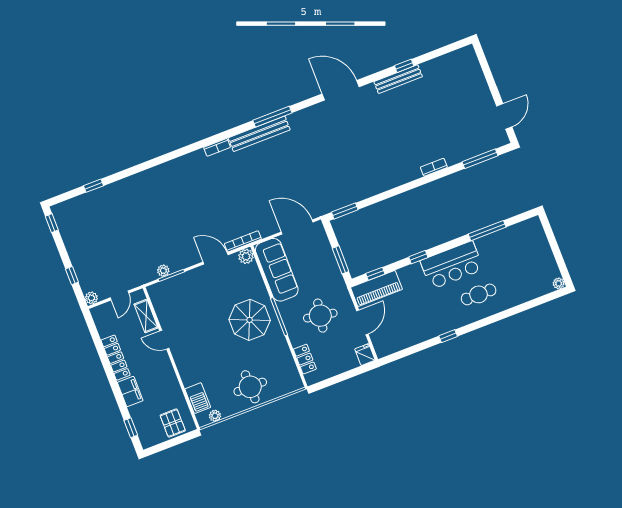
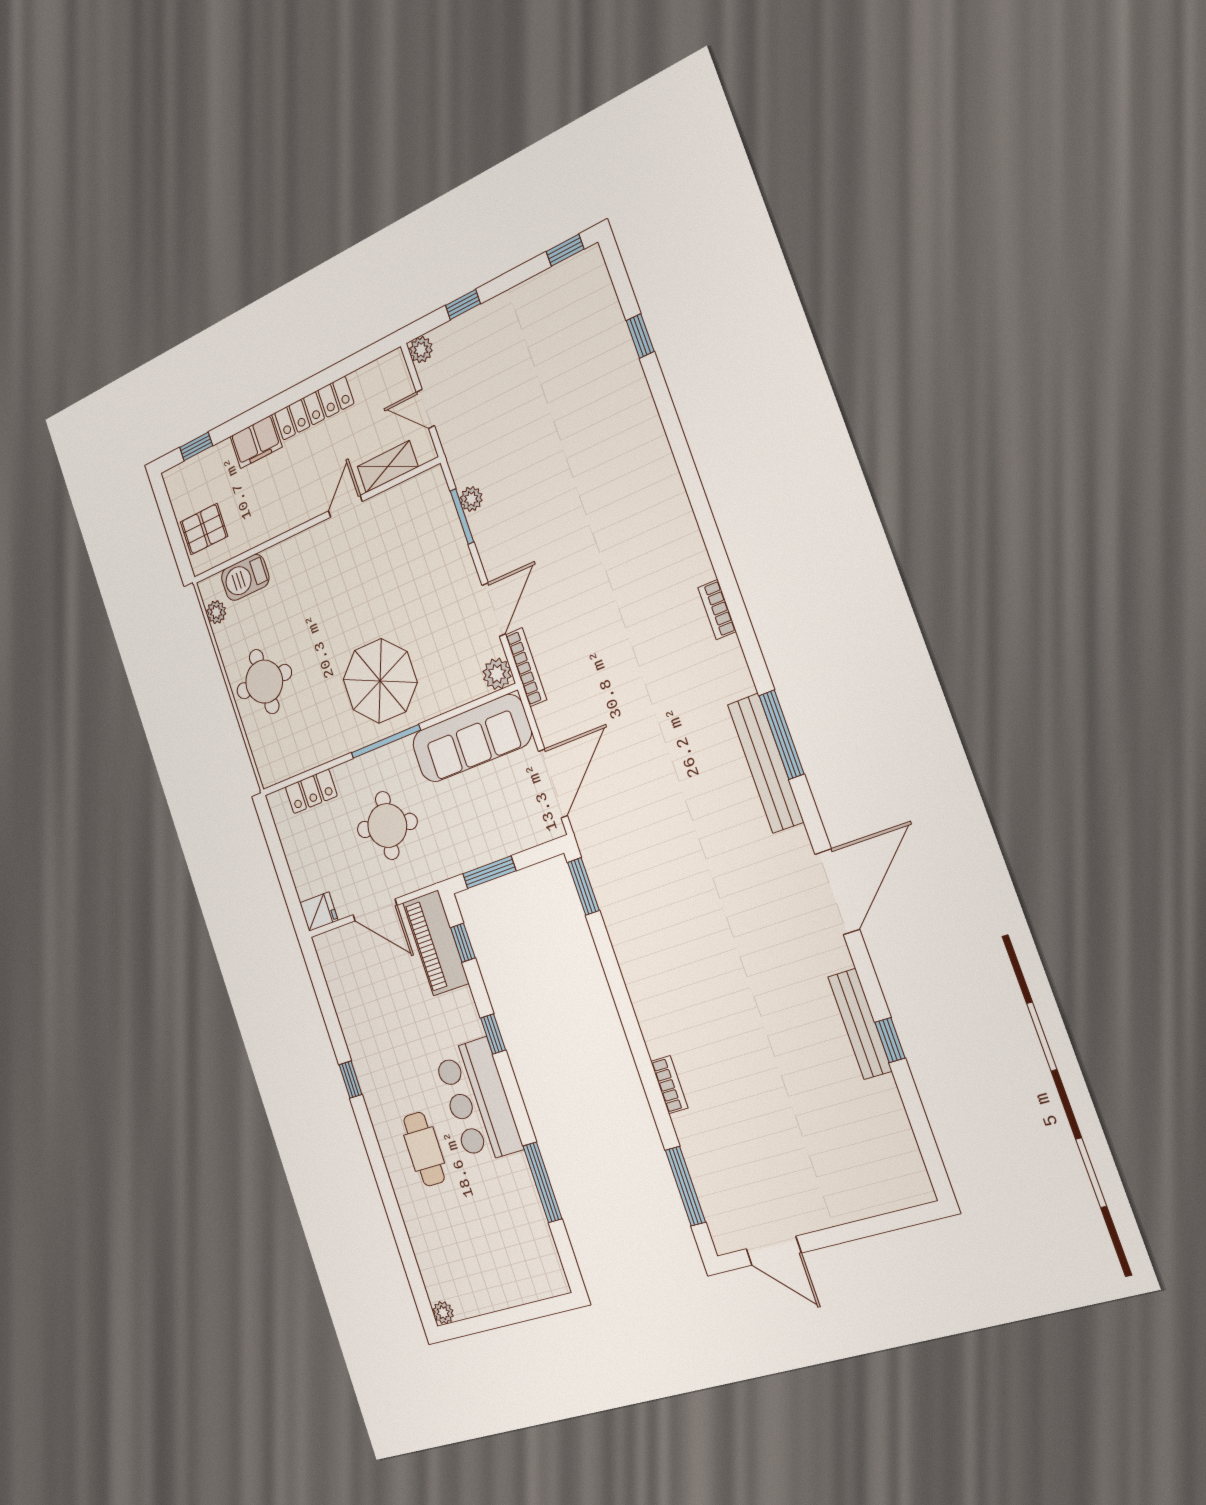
bench: (259, 134) -> (766, 763), moved

